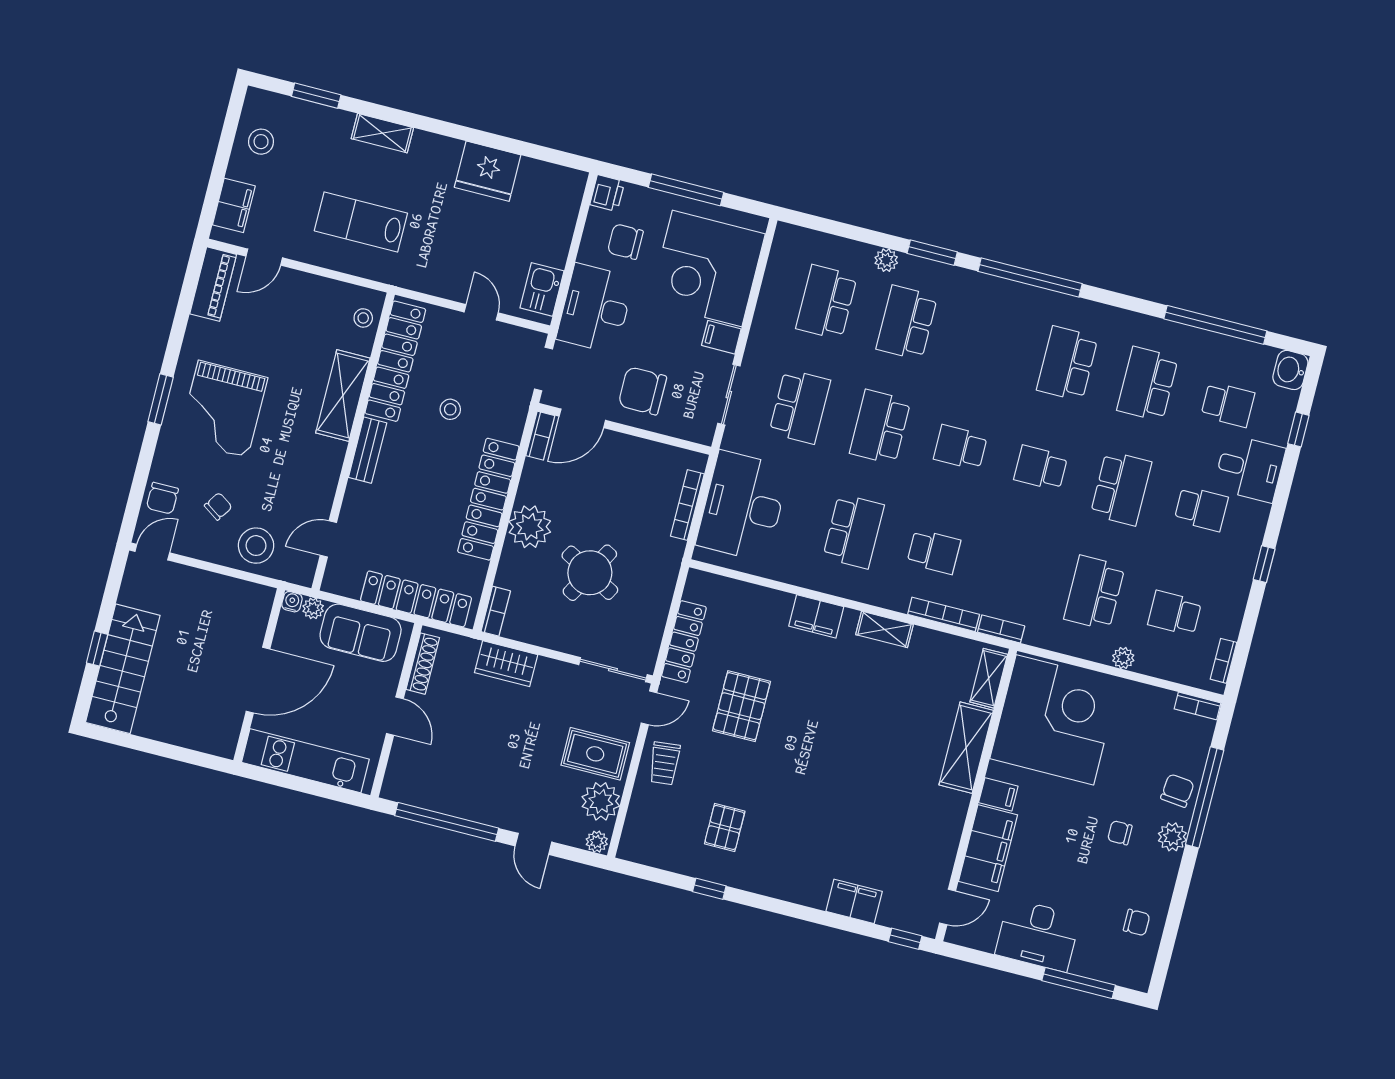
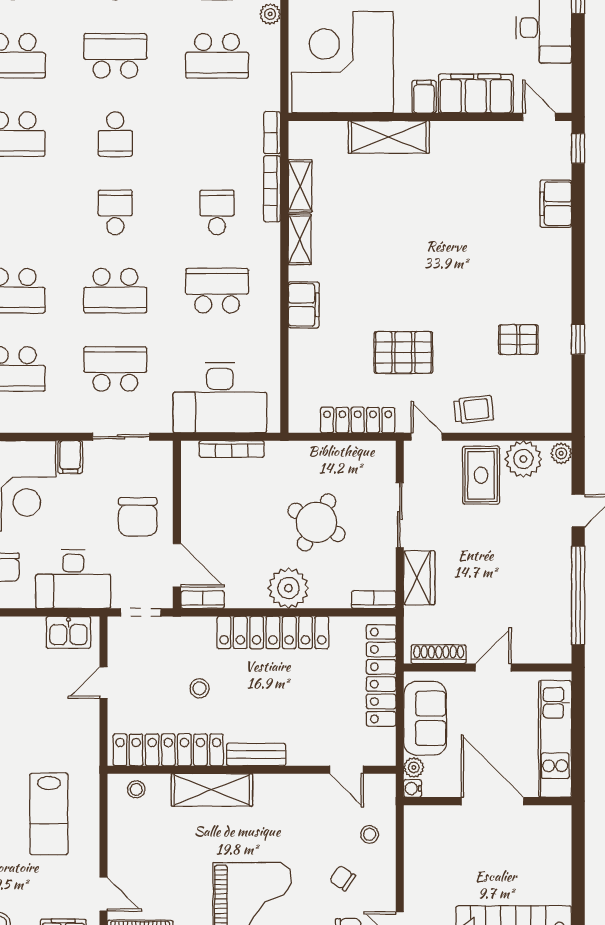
school desk: (960, 447) -> (115, 212), turned 180
stool: (256, 546) -> (370, 834), width x0.53, depth x0.53
sliding door: (613, 670) -> (400, 515), moved
shelving: (989, 678) -> (300, 186), moved, turned 90

